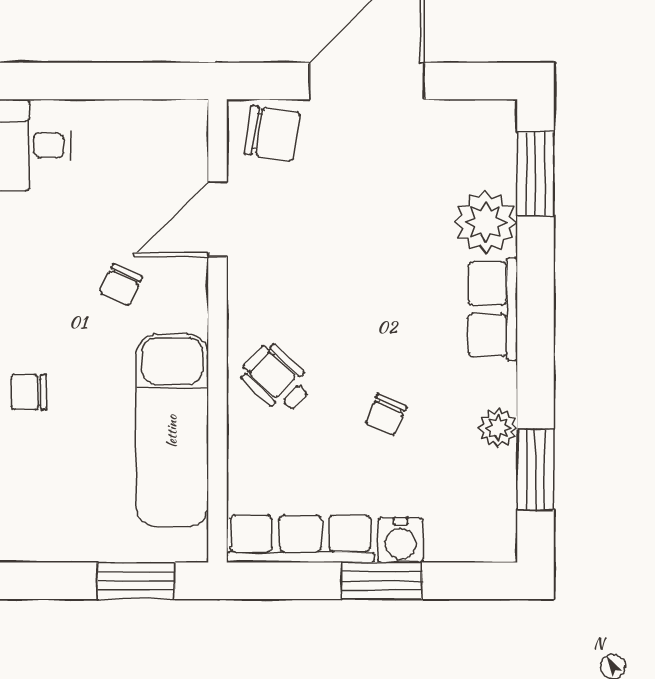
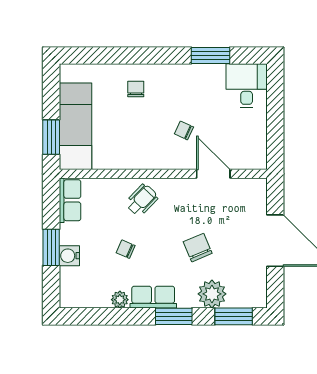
chair: (272, 133) -> (198, 248), moved, turned 148
row of seats: (493, 309) -> (153, 297), moved
exam couch: (172, 431) -> (75, 126), moved, turned 90
window: (536, 470) -> (174, 316), moved
row of seats: (300, 539) -> (70, 200), width x0.68

